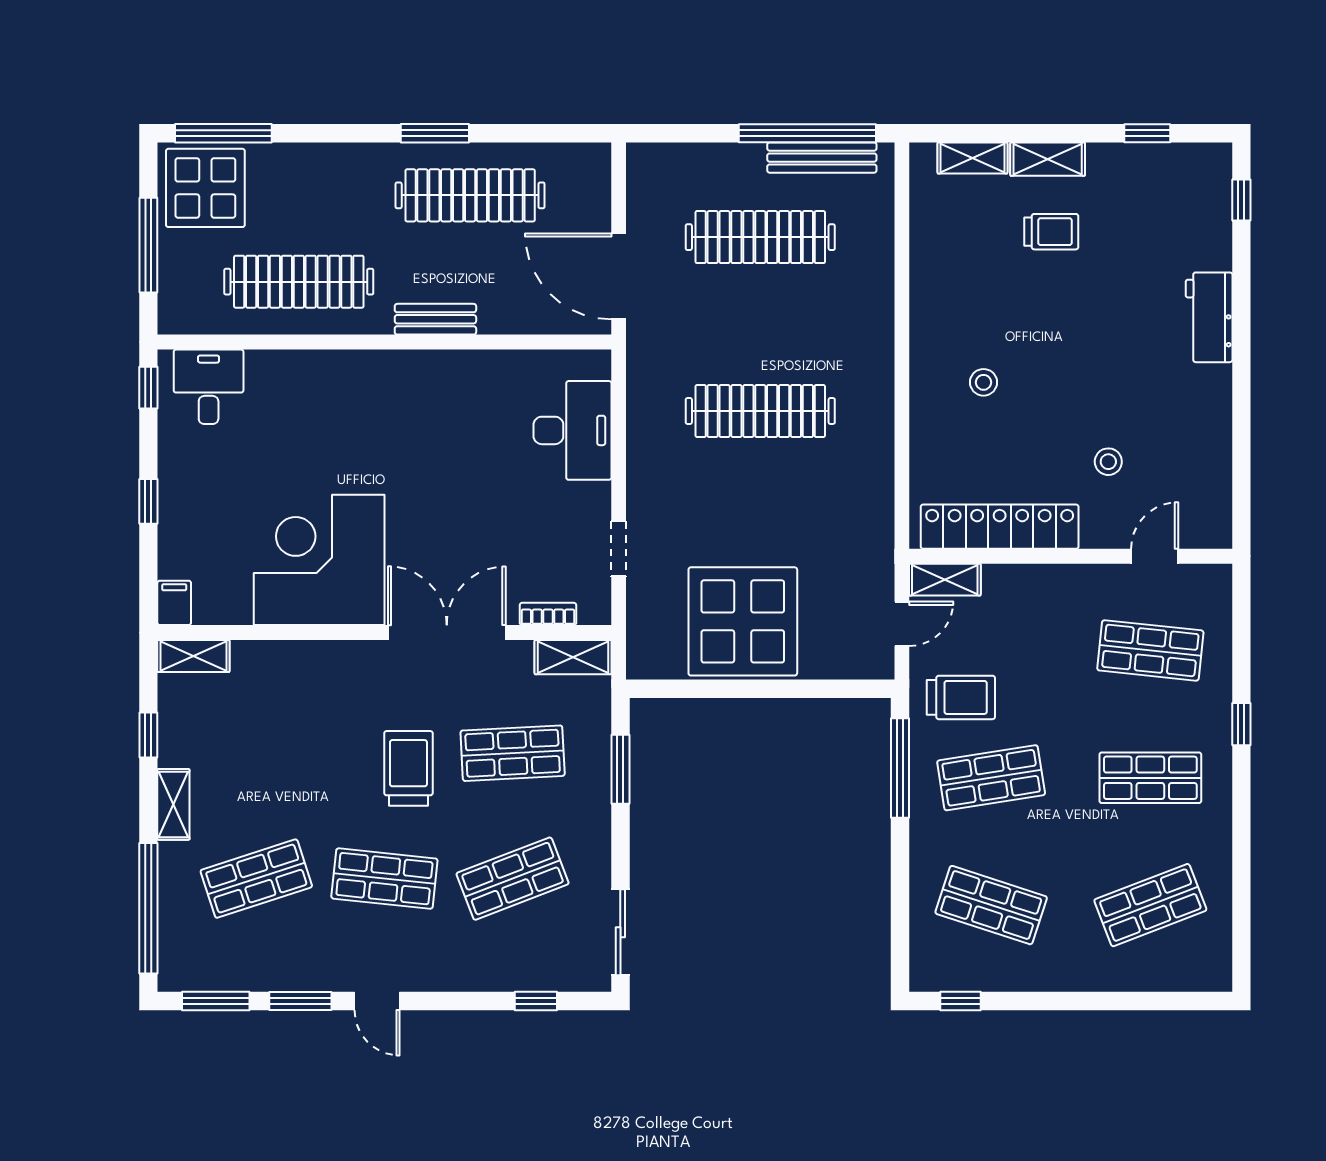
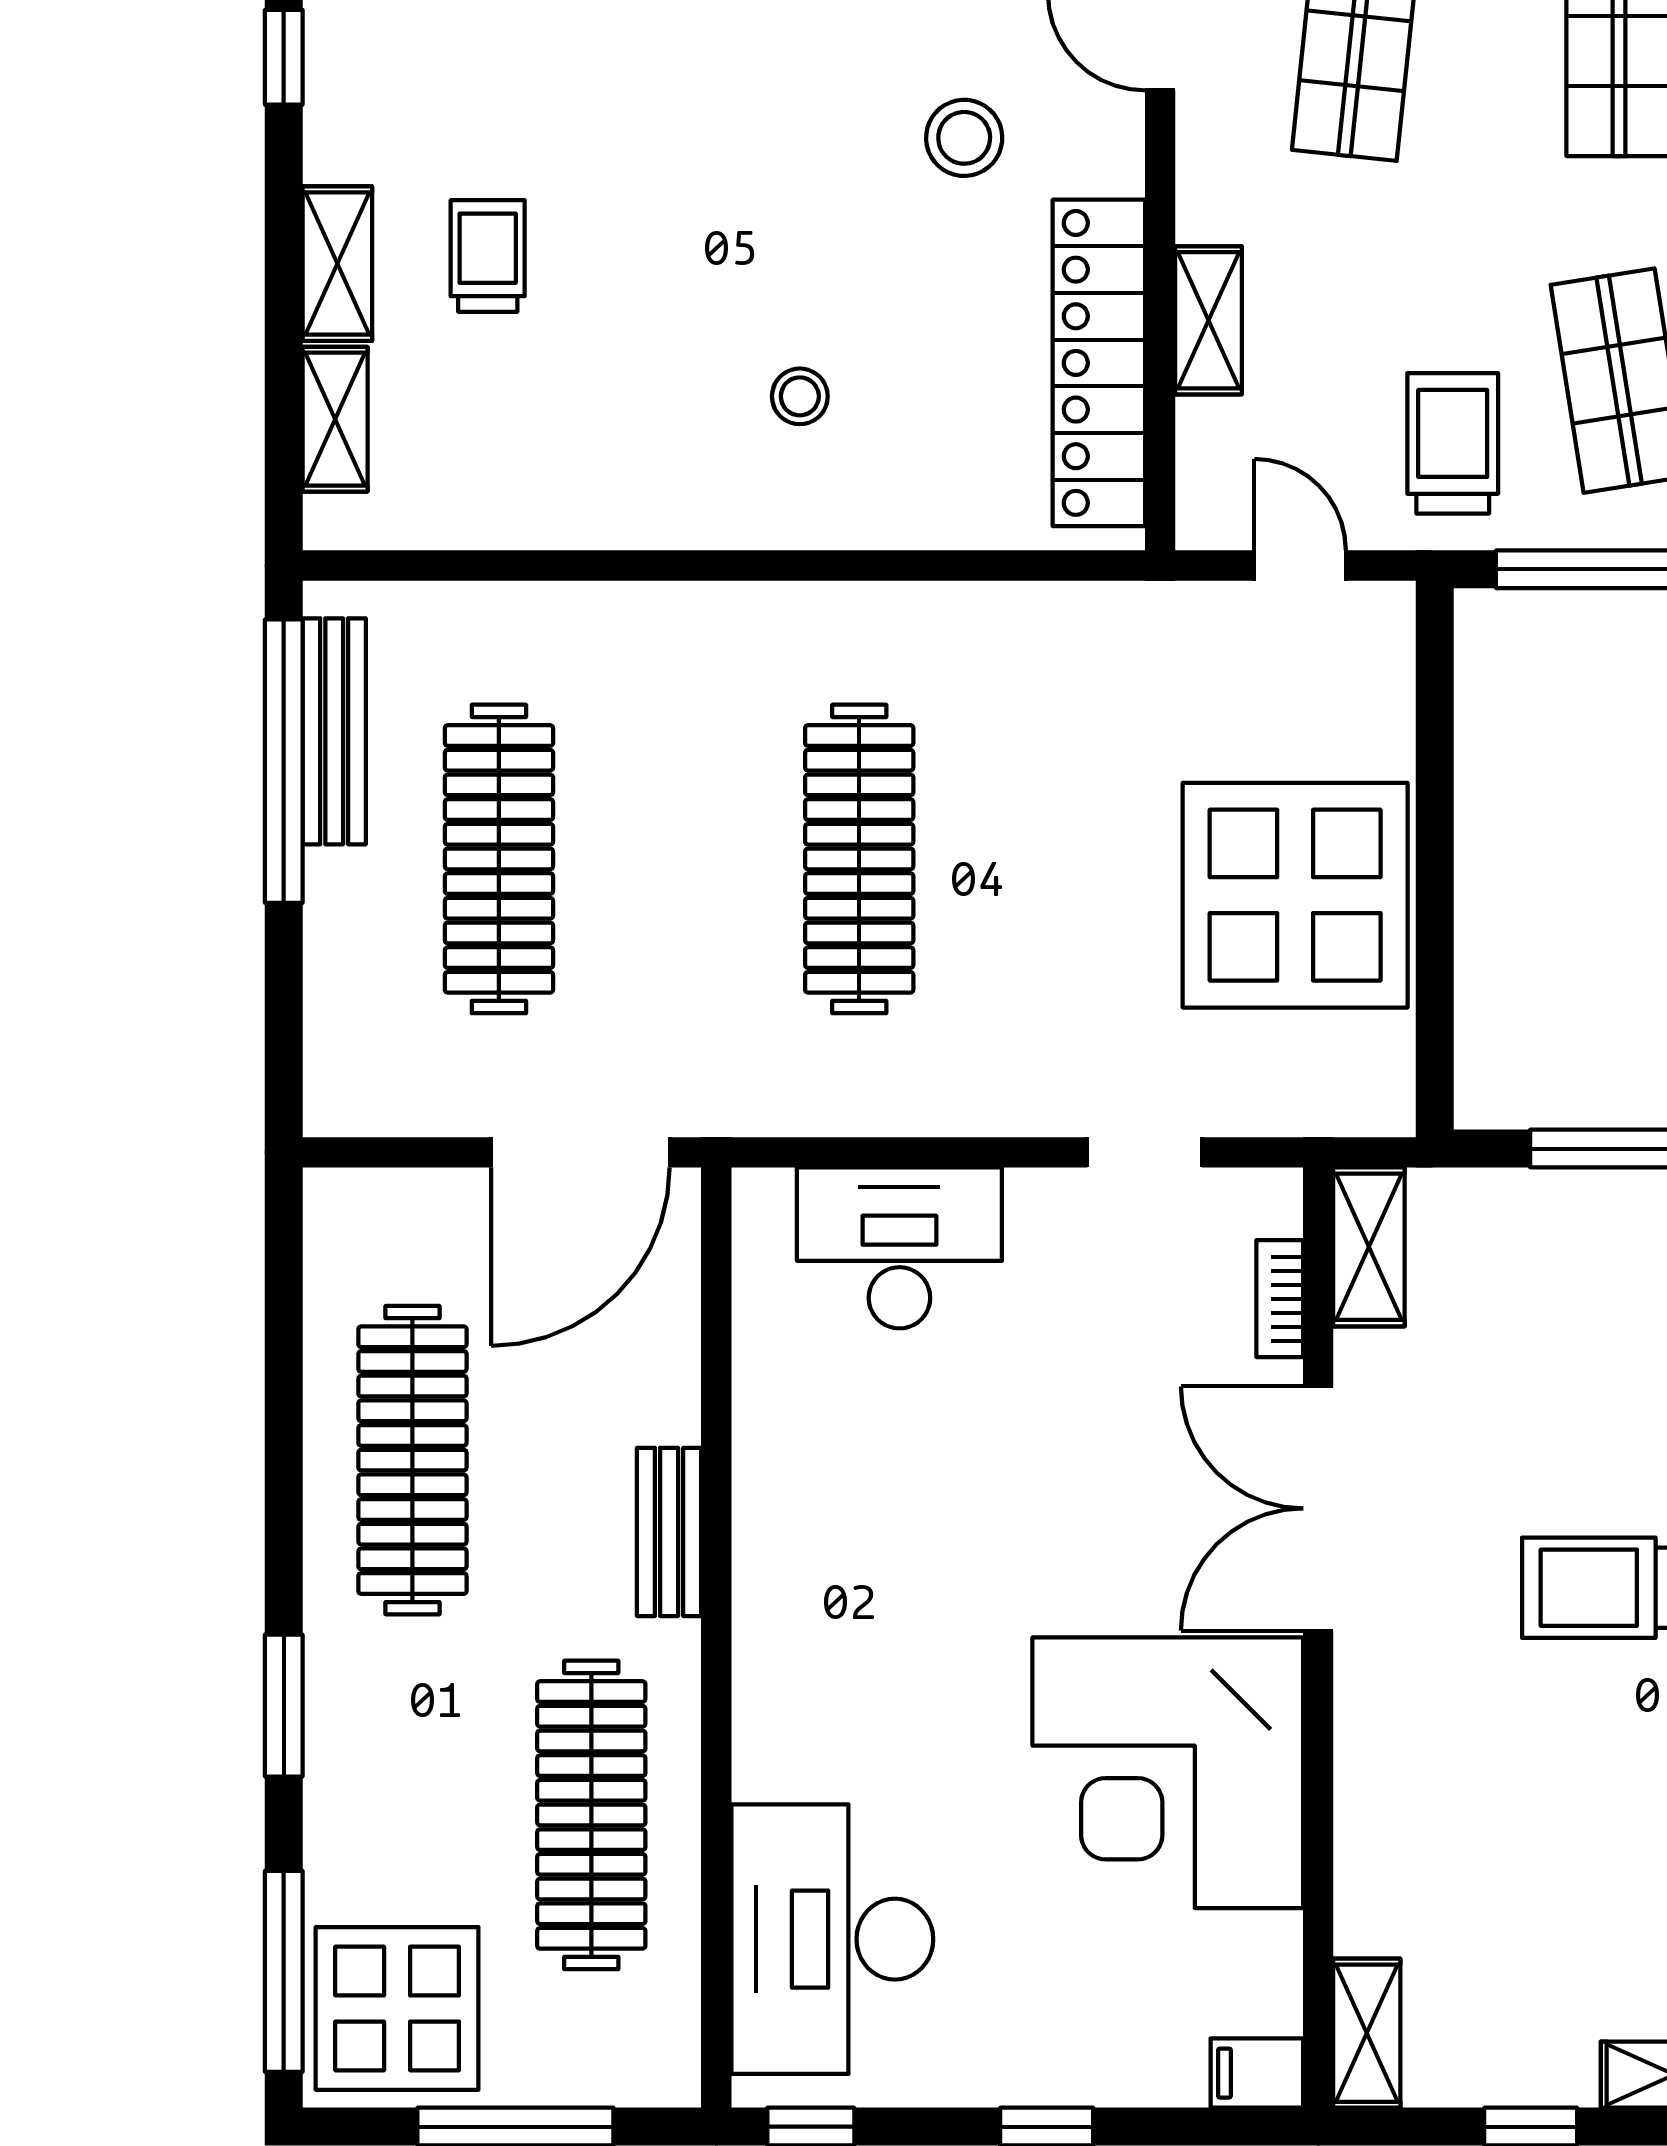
window: (435, 133) -> (284, 1706), moved
desk: (209, 387) -> (832, 1939), width x1.87, depth x1.30
stool: (1108, 462) -> (964, 138), width x1.37, depth x1.37
shelving: (945, 580) -> (1208, 320), moved
shop shelf: (513, 753) -> (1568, 1372), removed

